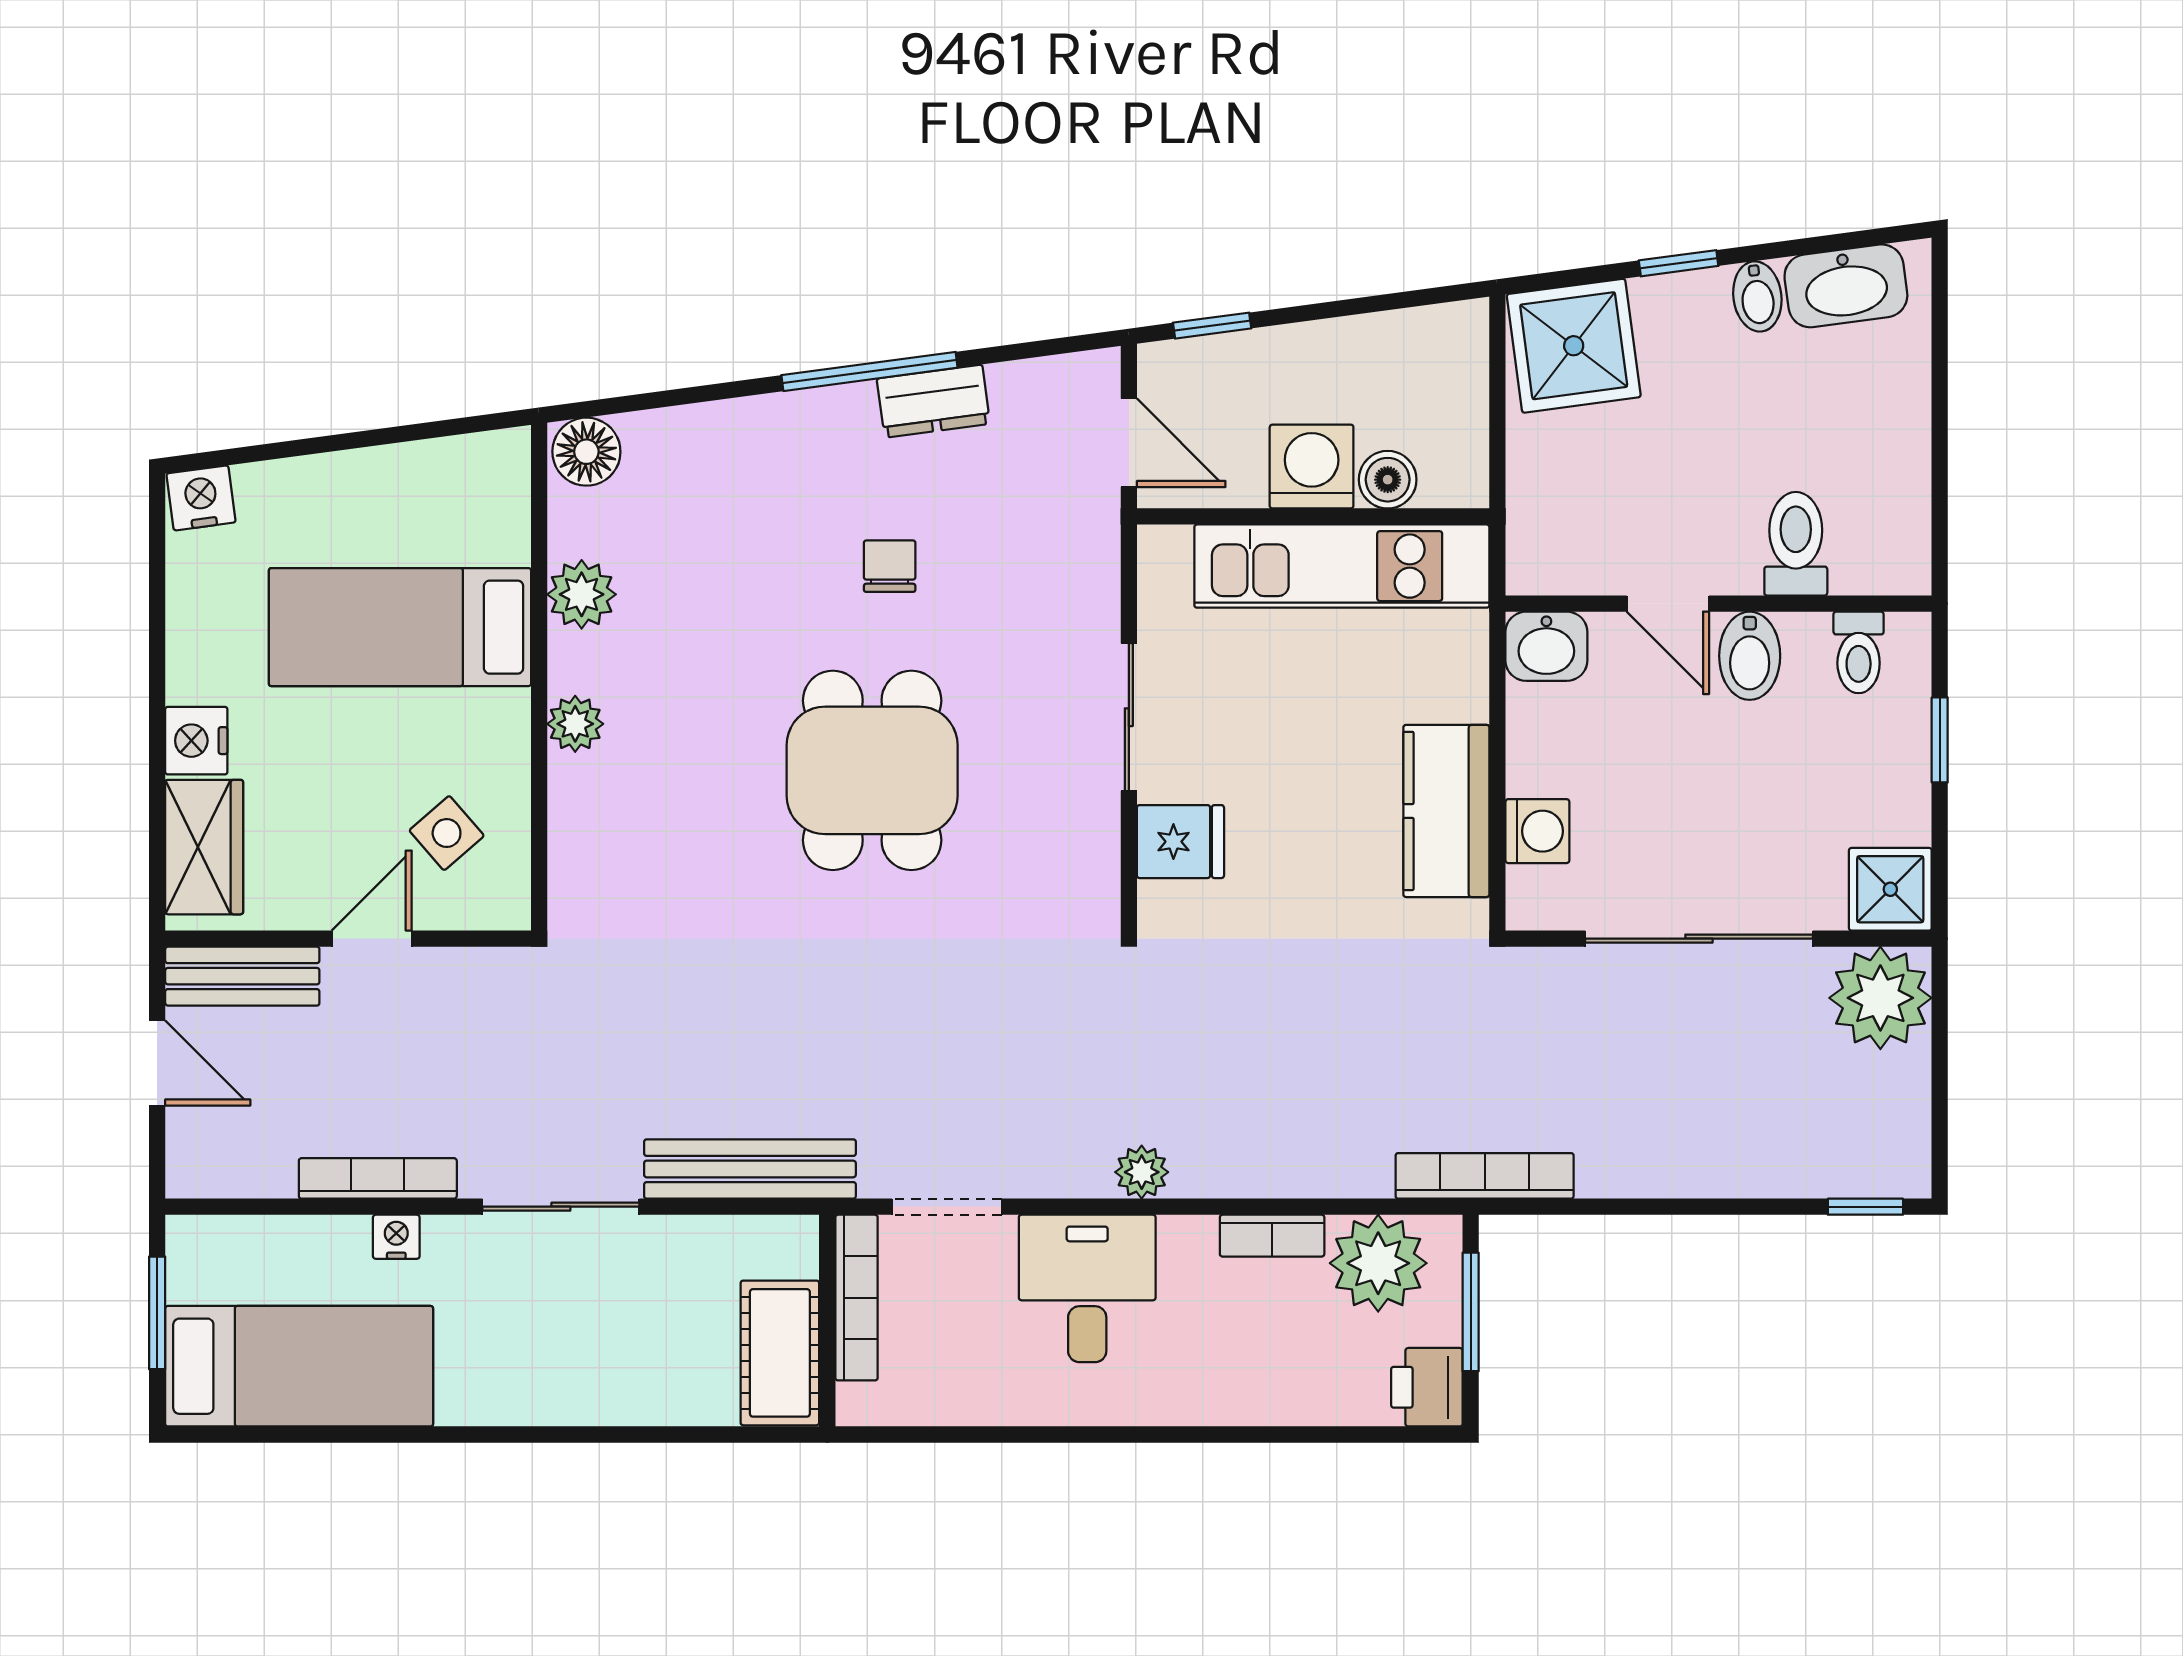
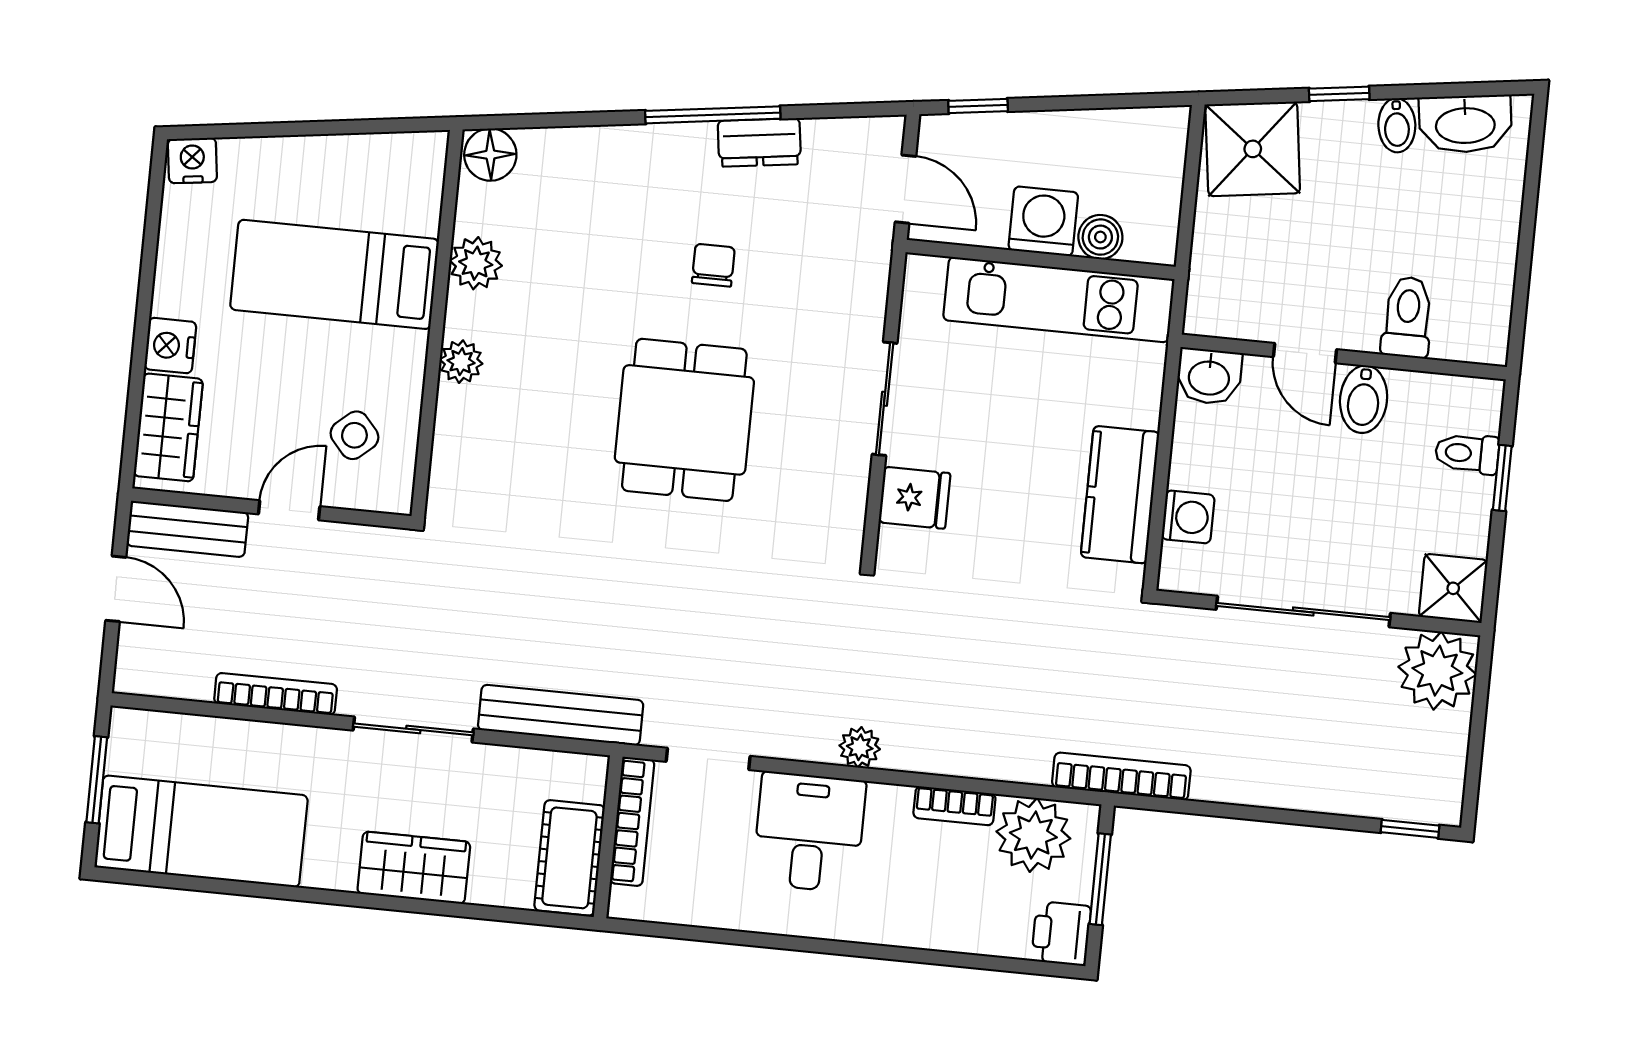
toilet: (1859, 652) -> (1467, 453), moved, turned 90
nightstand: (396, 1237) -> (285, 740), removed
wardrobe: (579, 1386) -> (414, 868), added

